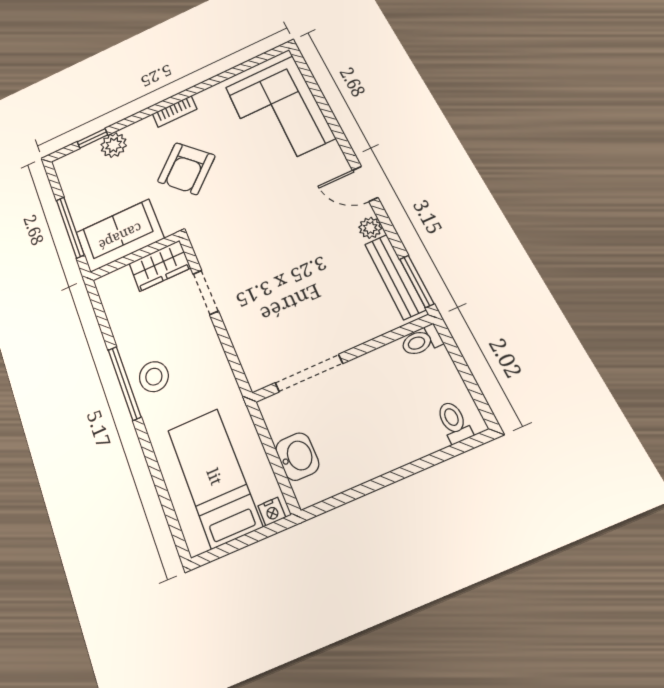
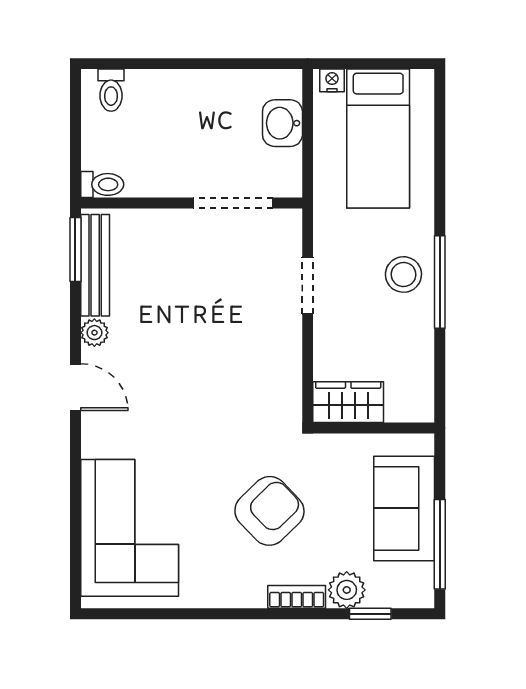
bookcase: (175, 111) -> (297, 597), moved
window: (70, 227) -> (440, 544), moved
sofa: (120, 236) -> (404, 508), moved, turned 90
doorway: (206, 292) -> (308, 285), moved

